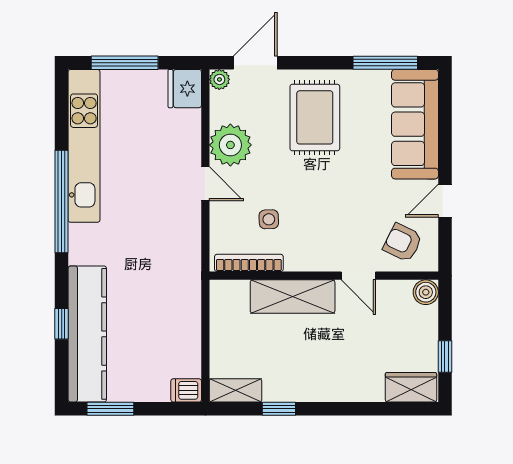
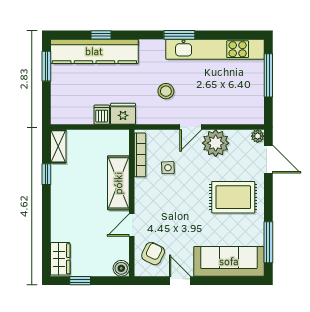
fridge: (185, 89) -> (123, 114), moved
window: (62, 202) -> (179, 35), width x0.47
stool: (149, 222) -> (166, 91), added
dishwasher: (186, 390) -> (102, 115), moved

